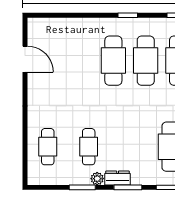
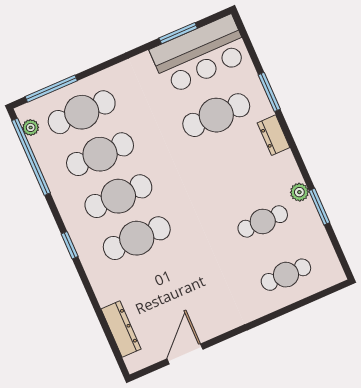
dresser: (59, 25) -> (121, 329), added
dresser: (118, 178) -> (274, 135), moved
window: (128, 187) -> (293, 147), removed

